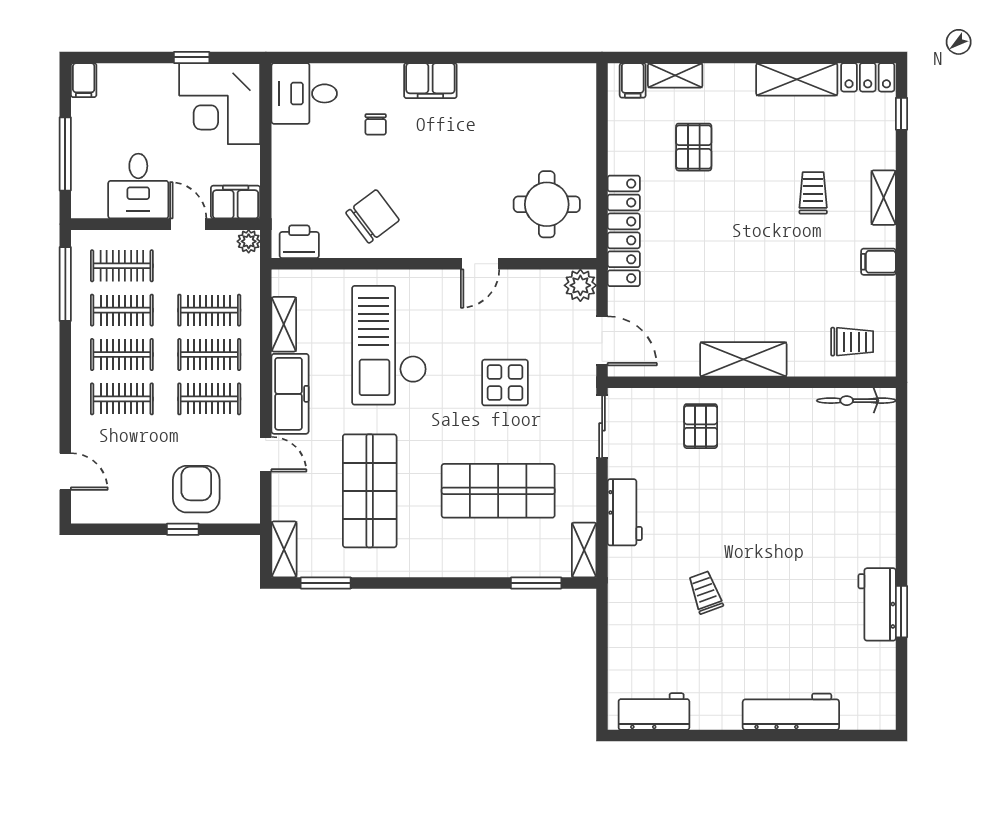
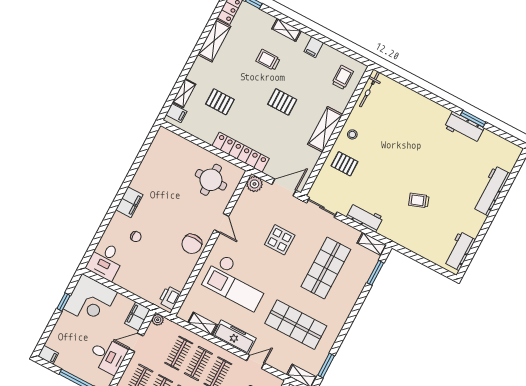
chair: (373, 216) -> (192, 244), moved, turned -143
pallet: (752, 258) -> (282, 102), added
stool: (760, 412) -> (352, 134), added

